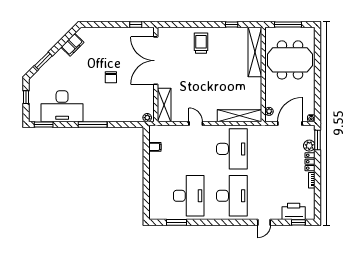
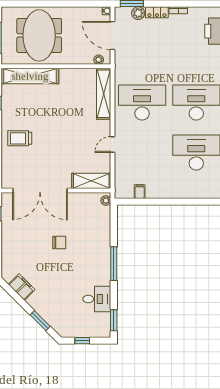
desk: (62, 106) -> (97, 299), width x0.53, depth x0.77

